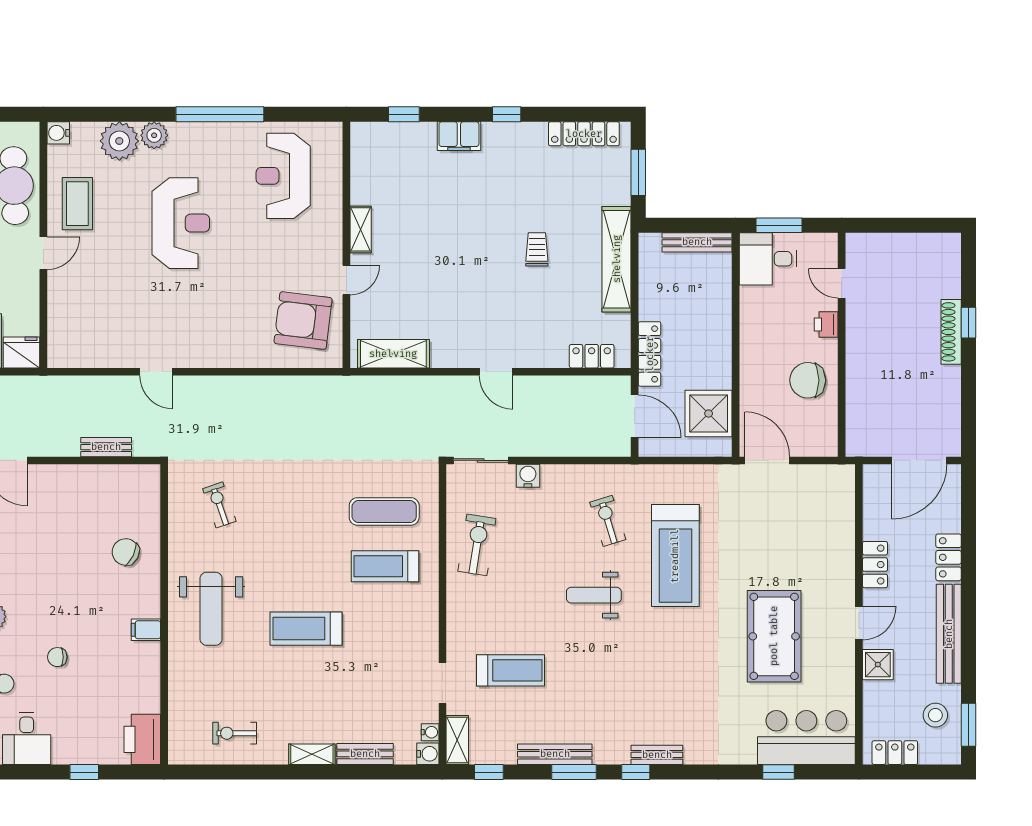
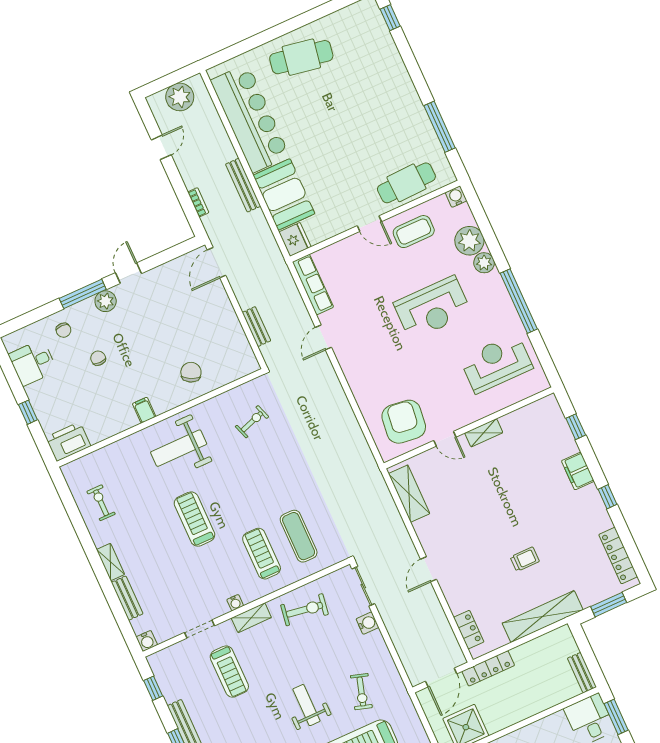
bench: (697, 242) -> (582, 673), width x0.73
row of seats: (86, 355) -> (313, 285), added
exercise bike: (608, 521) -> (361, 692), turned 124
water cooler: (430, 732) -> (235, 603), moved
shelving: (457, 740) -> (251, 618), moved

